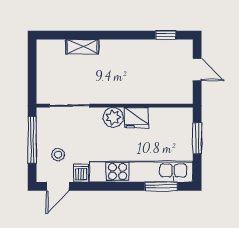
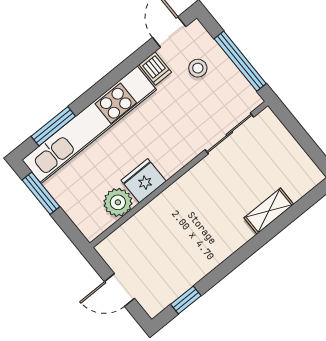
plant: (113, 117) -> (118, 202), moved
window: (197, 138) -> (41, 193), moved

